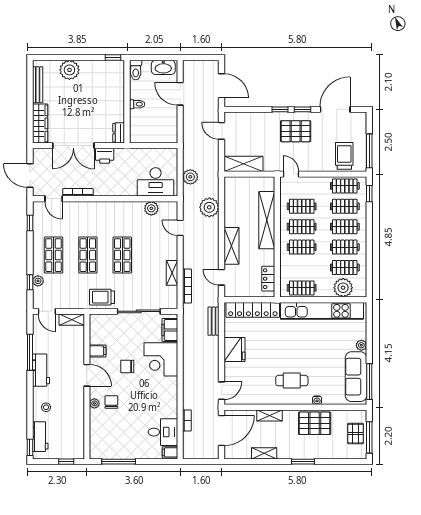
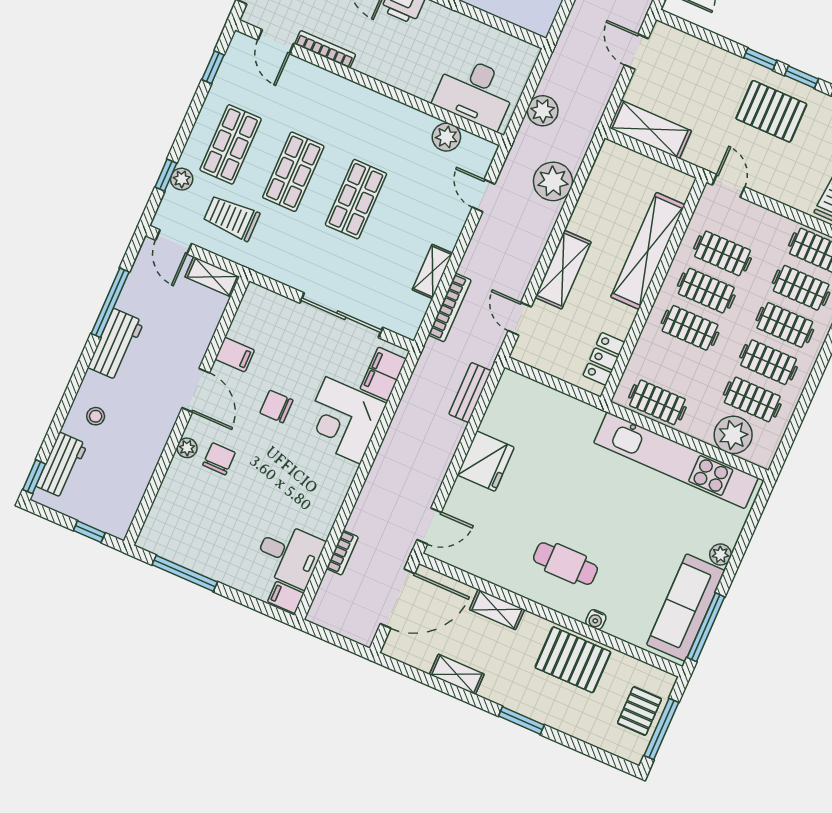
trolley: (102, 297) -> (231, 218), moved
locker: (253, 310) -> (551, 403), removed

